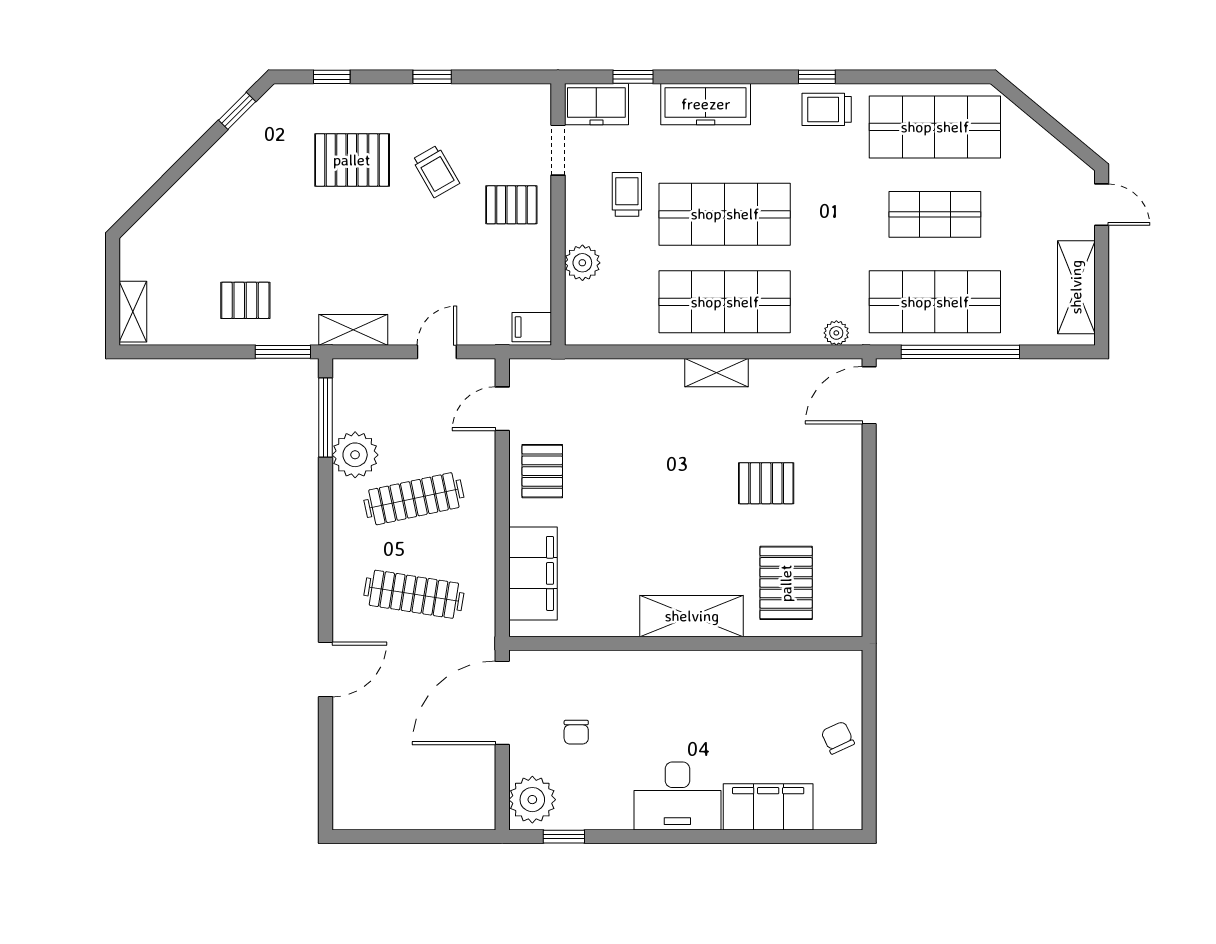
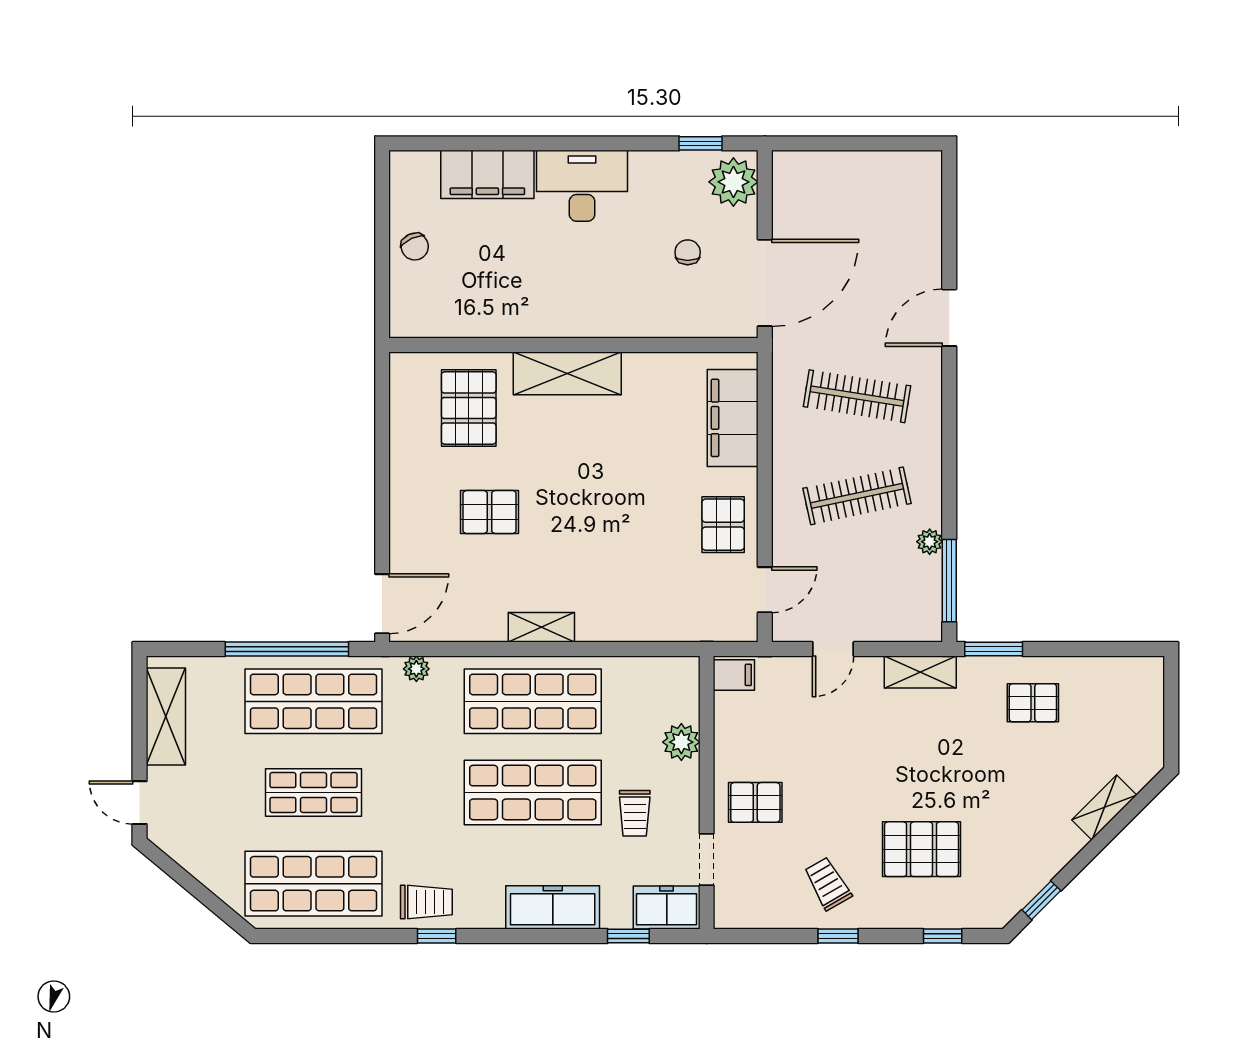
trolley: (436, 171) -> (828, 884), moved
shelving: (133, 312) -> (1104, 807), moved, turned 45
plant: (355, 455) -> (930, 542), width x0.53, depth x0.53

